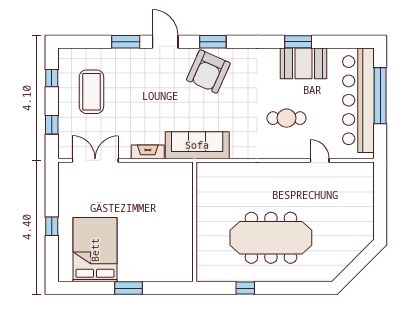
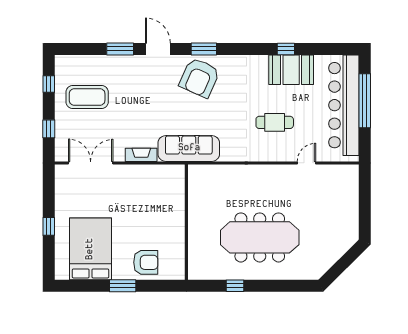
window: (298, 42) -> (286, 49), width x0.67
coffee table: (91, 92) -> (87, 97), turned 90
door: (320, 160) -> (307, 163), hinge flipped
armchair: (152, 264) -> (146, 262), added

